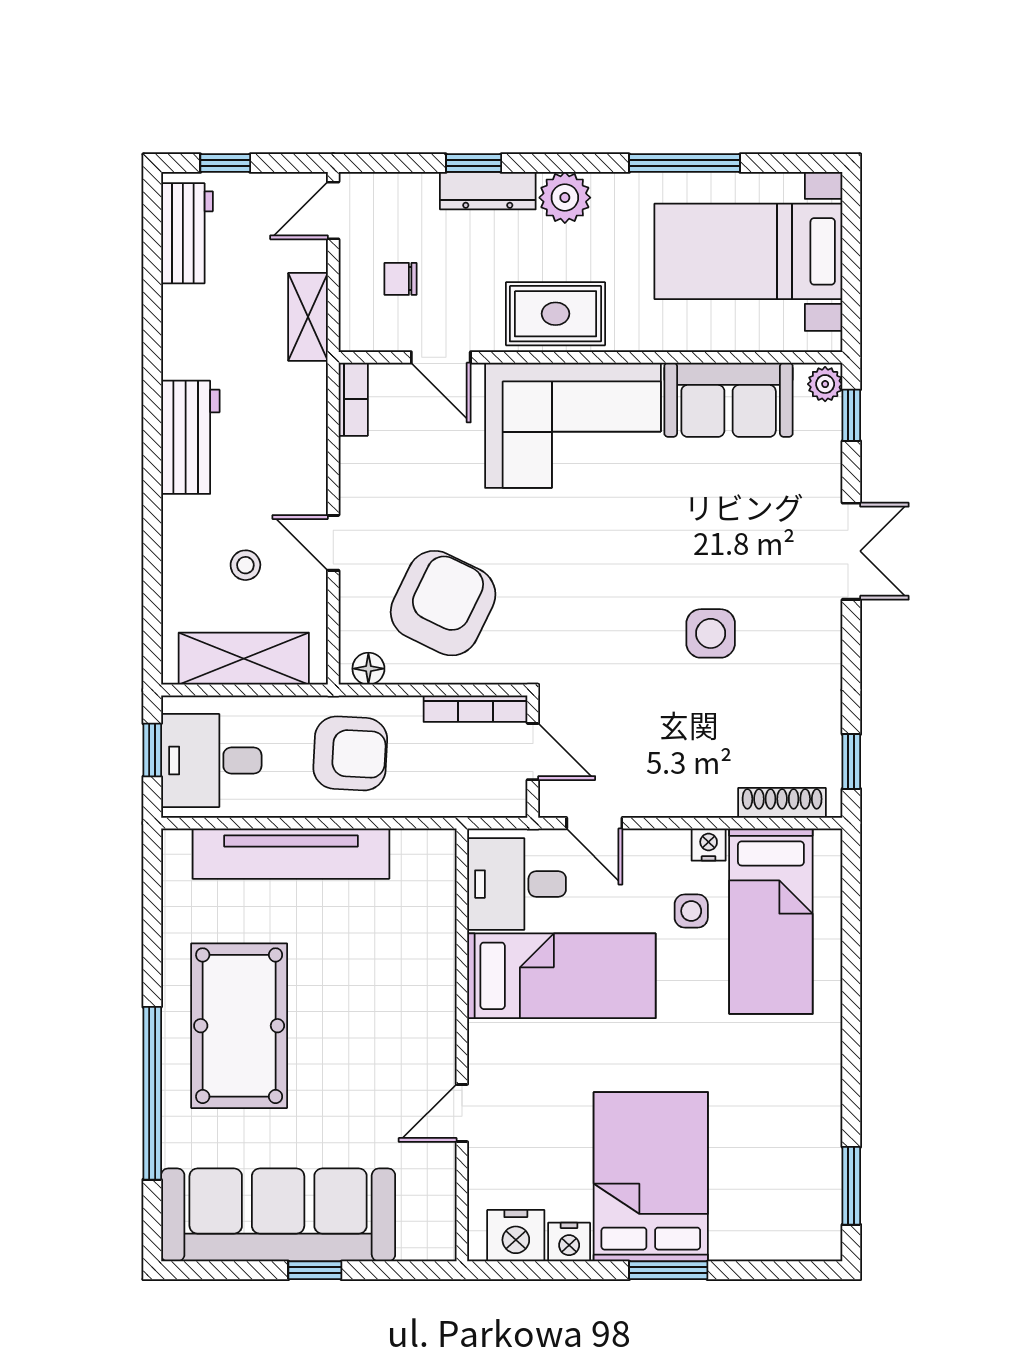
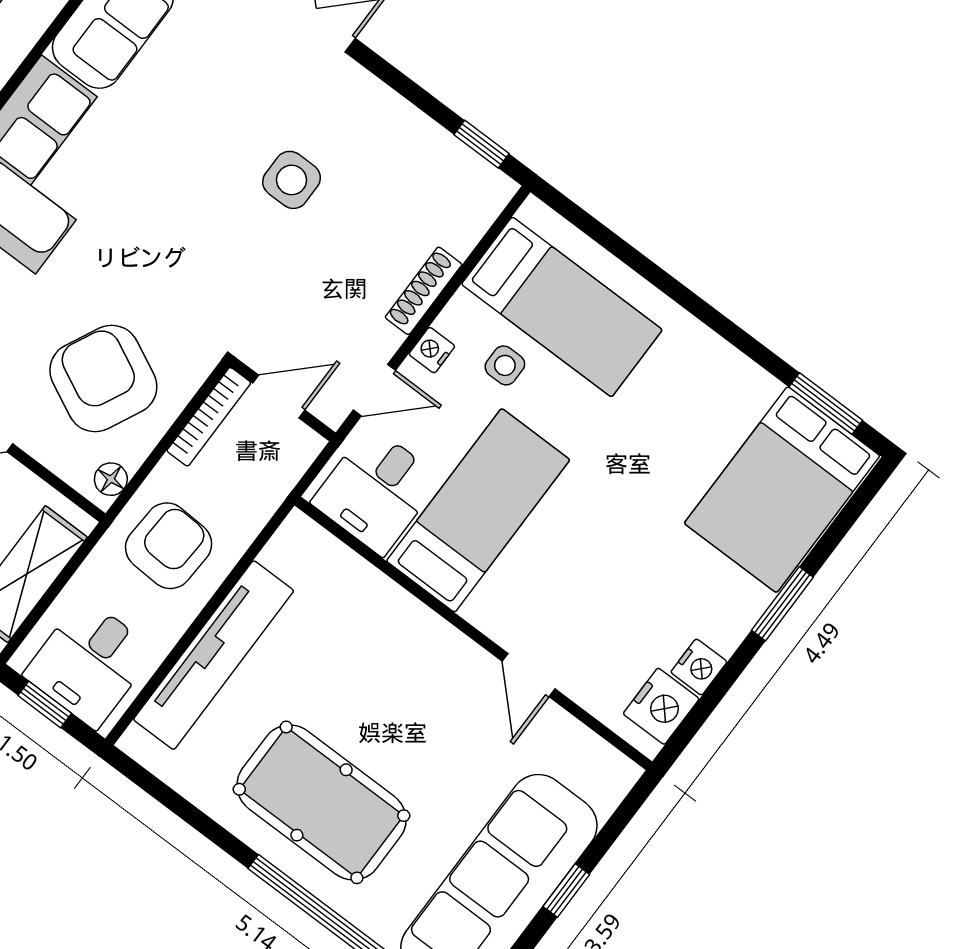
shoe rack: (782, 803) -> (424, 291), moved
nightstand: (709, 845) -> (432, 350), moved
bed: (651, 1177) -> (782, 490), moved, turned -90

